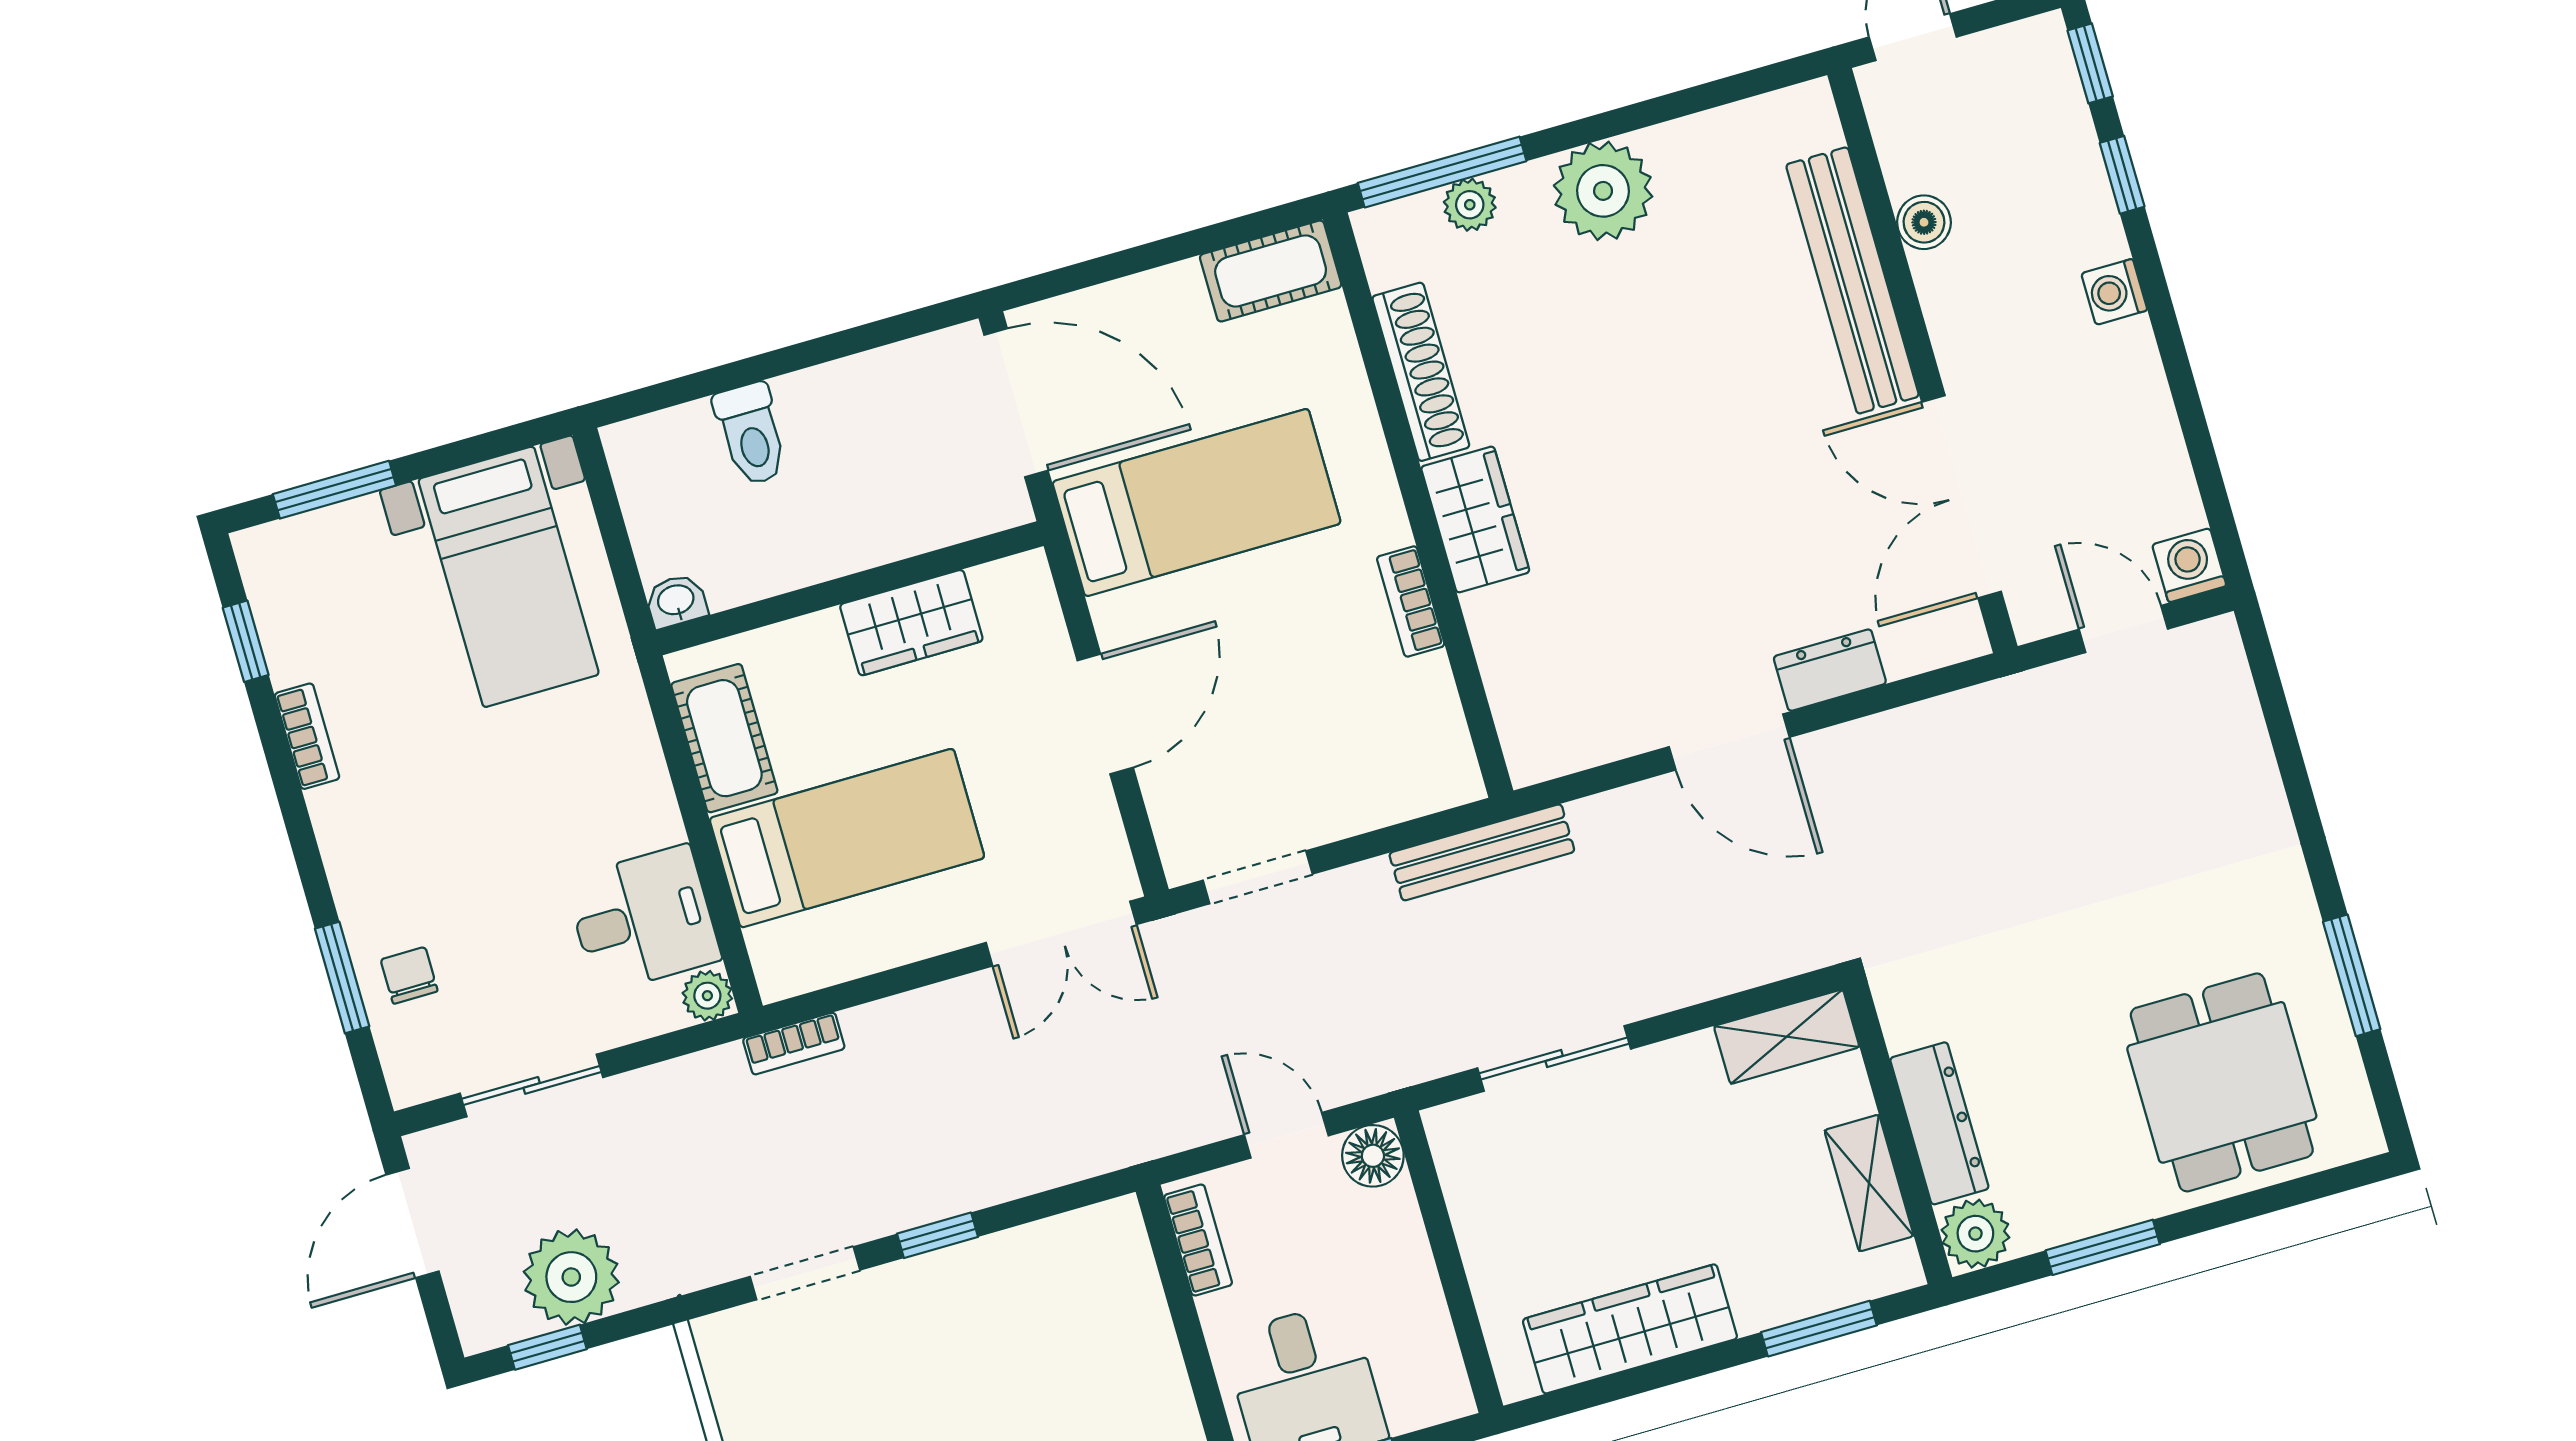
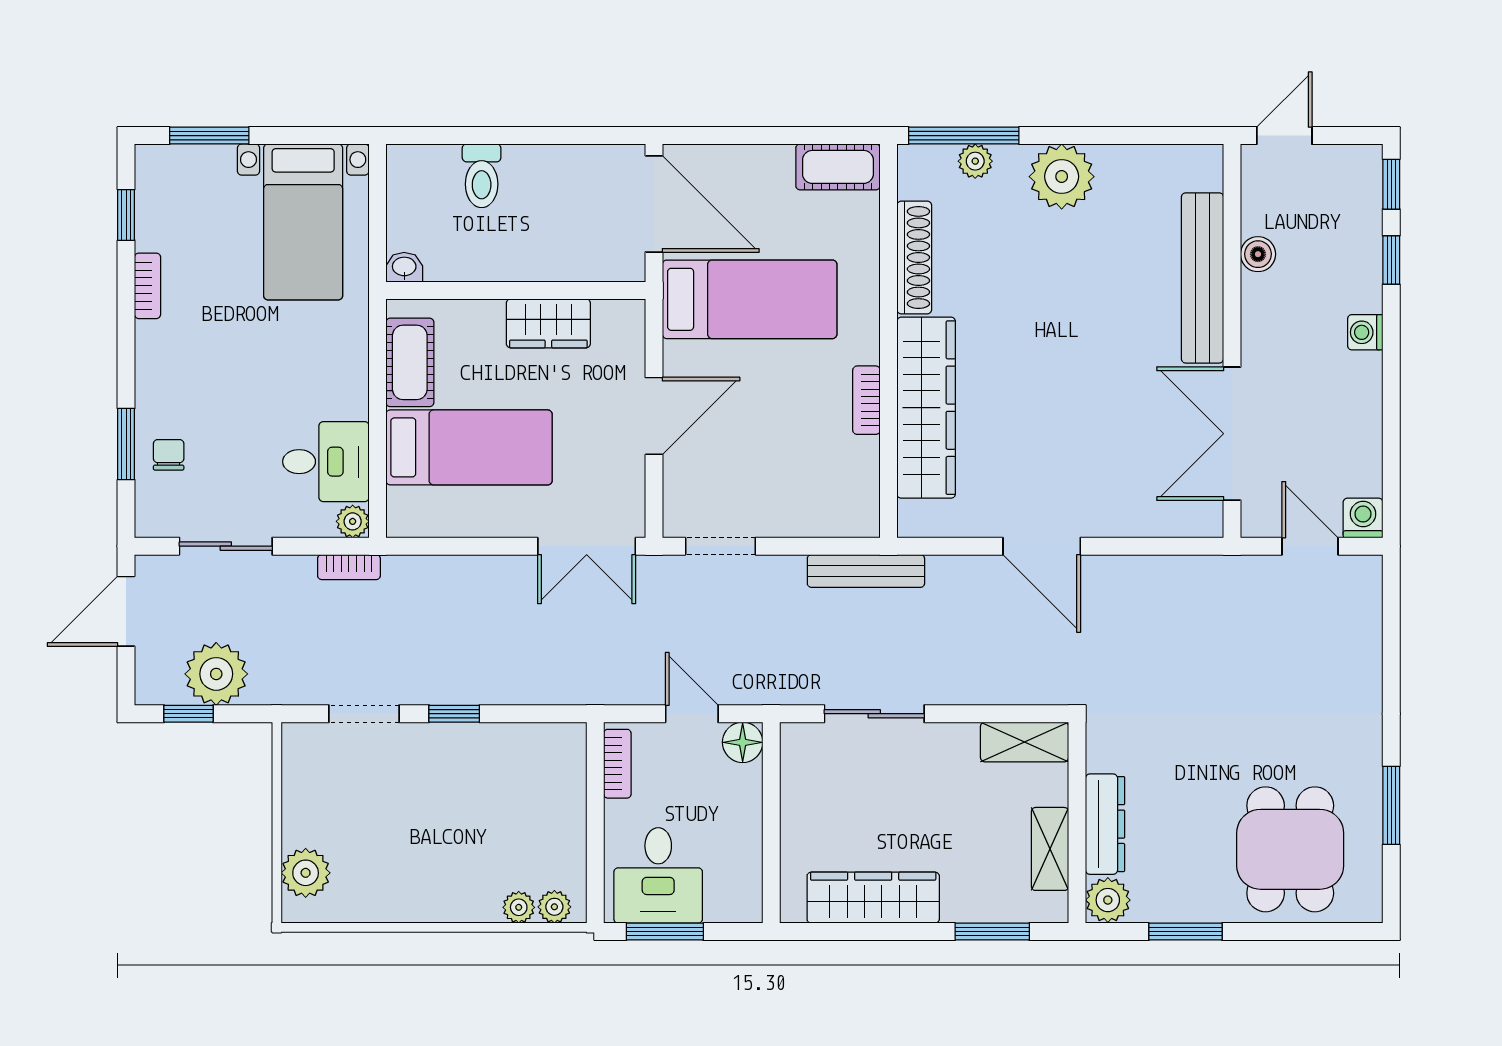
wardrobe: (1475, 519) -> (926, 408), width x2.10, depth x1.17
dresser: (1830, 670) -> (1118, 519), removed
bookcase: (794, 1044) -> (349, 567), moved

